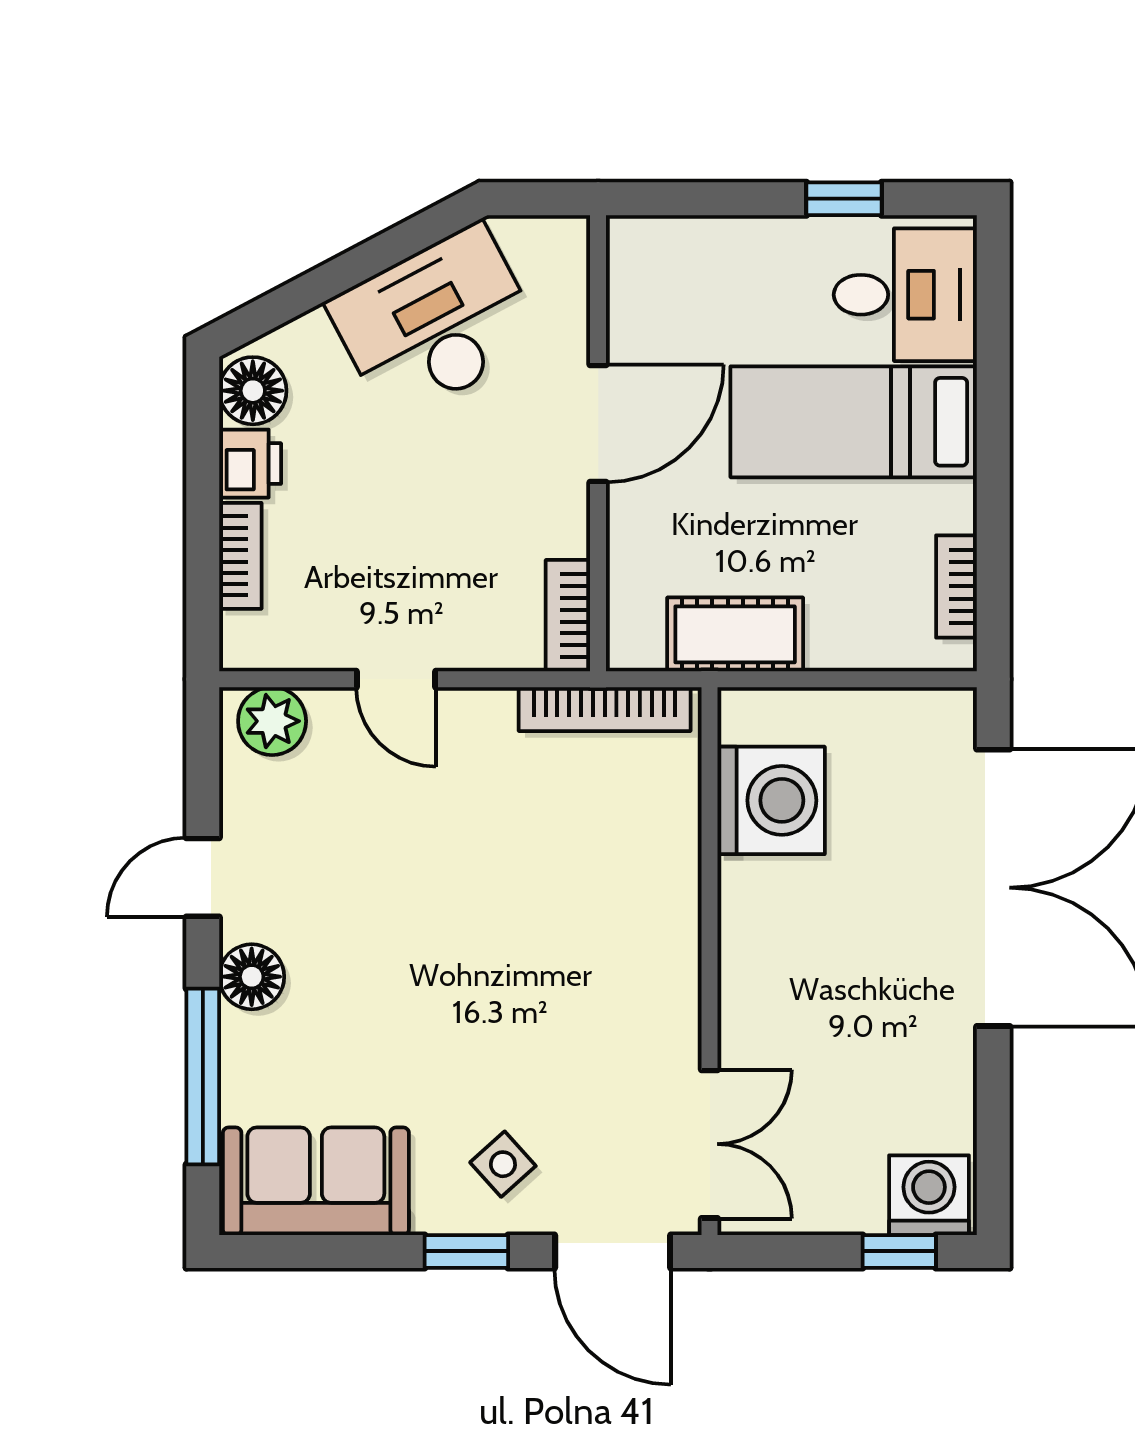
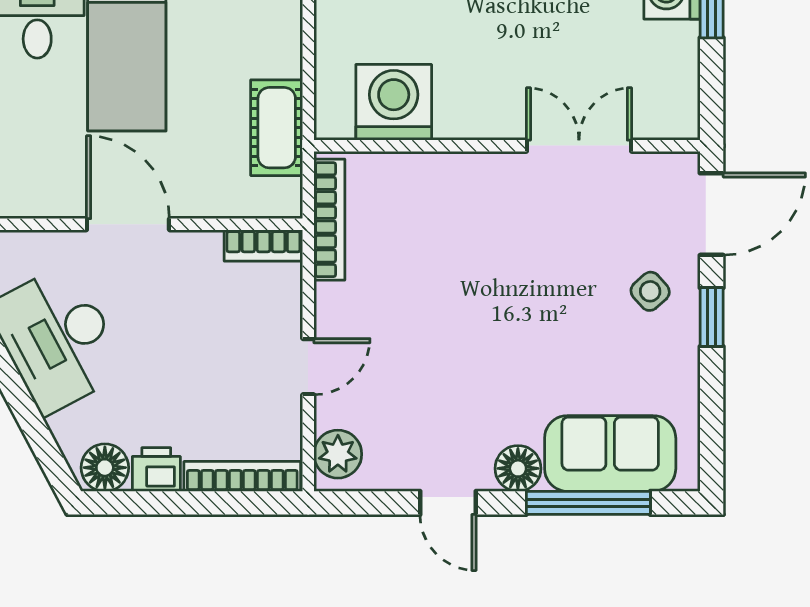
bookcase: (240, 556) -> (242, 476), width x1.56
double door: (710, 1144) -> (579, 146), moved
sofa: (316, 1181) -> (610, 453), moved, turned 90

